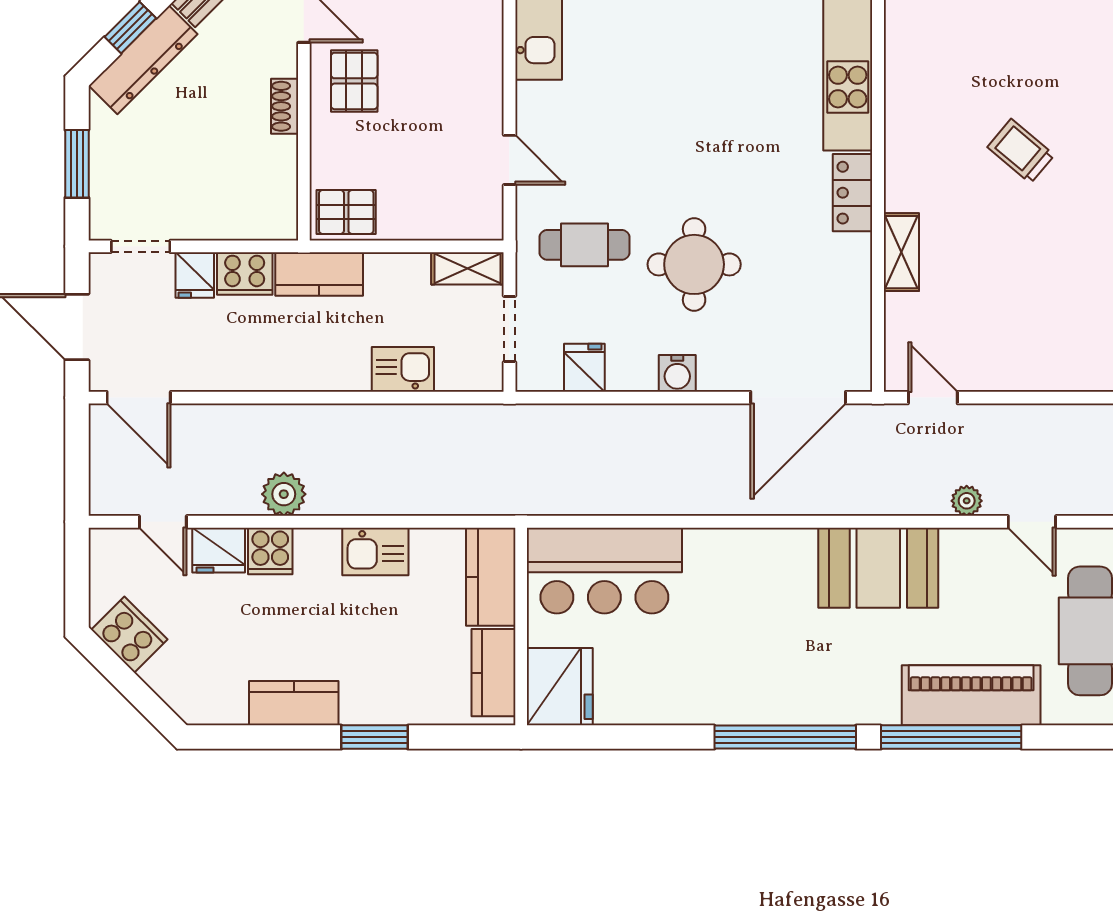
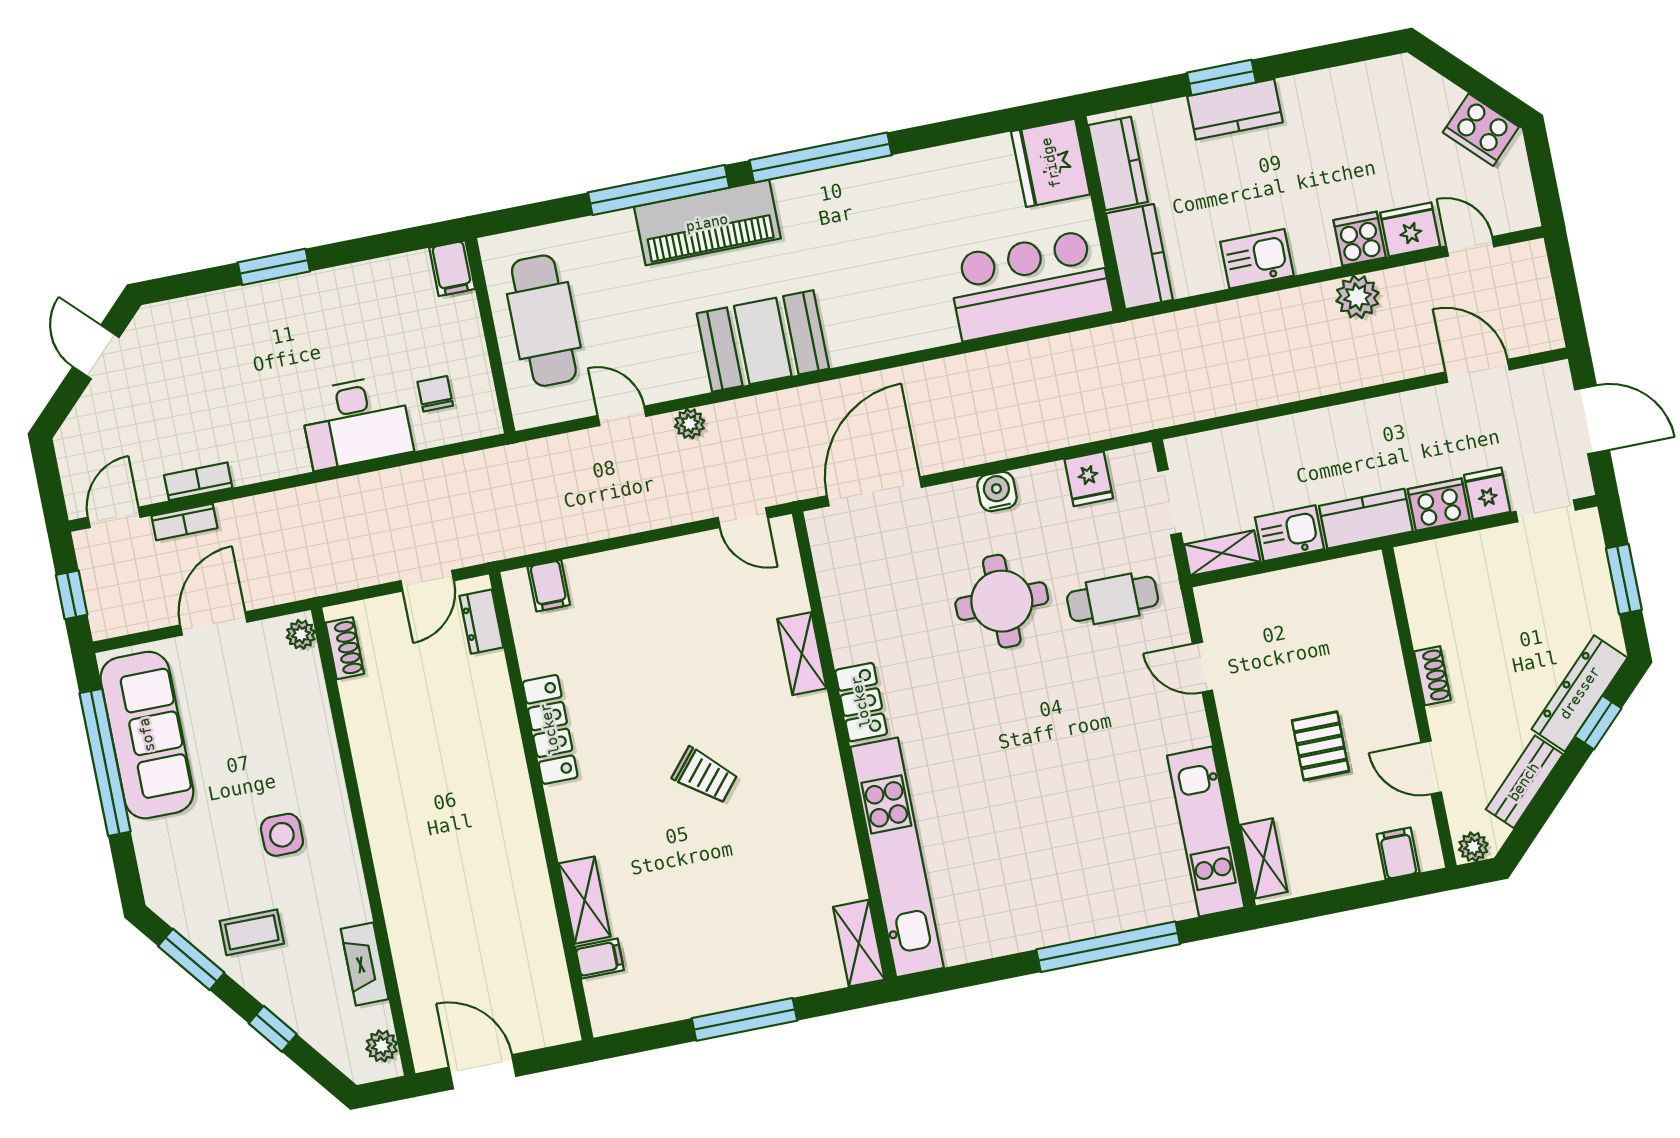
pallet: (354, 81) -> (1320, 746), moved
pallet: (346, 212) -> (1352, 585), removed
kitchen sink: (403, 369) -> (1289, 533), moved, turned 180
door: (139, 398) -> (1477, 371), moved
piano: (971, 695) -> (707, 223), moved
kitchen counter: (294, 703) -> (1235, 109), moved

